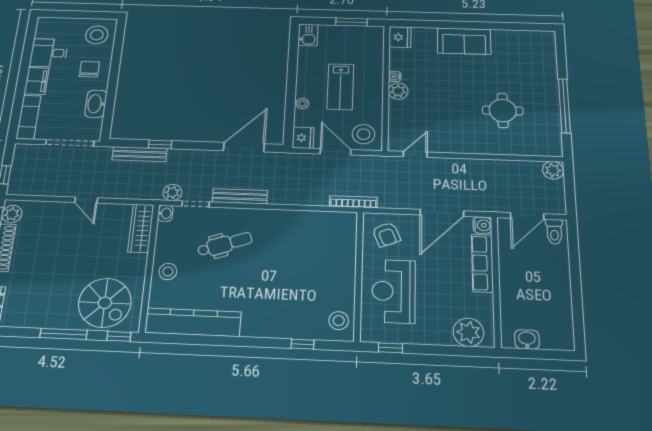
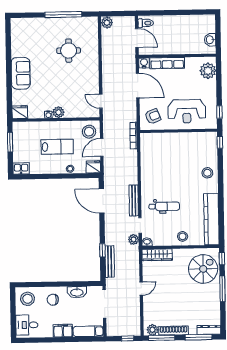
desk: (49, 53) -> (27, 325), moved, turned 90
dental chair: (225, 244) -> (164, 206), turned 109
stool: (339, 321) -> (207, 173), moved
window: (303, 344) -> (220, 142), moved

